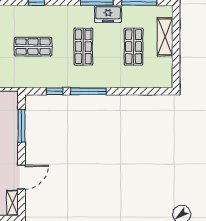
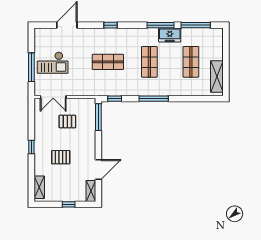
shelving: (165, 37) -> (217, 76), moved
window: (55, 91) -> (115, 99), moved
window: (22, 126) -> (98, 117), moved

